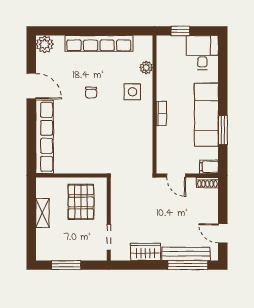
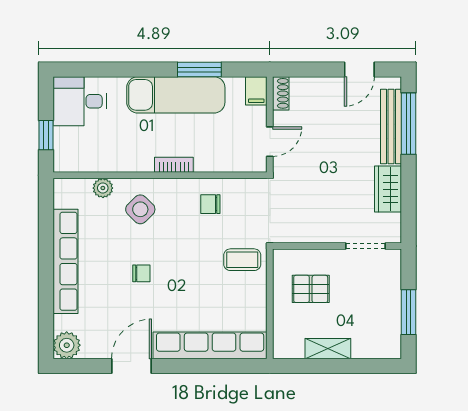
side table: (132, 92) -> (140, 209), turned 45
chair: (136, 137) -> (210, 204), added
coffee table: (100, 158) -> (242, 260), added
pallet: (81, 202) -> (311, 289), width x0.67, depth x0.71

